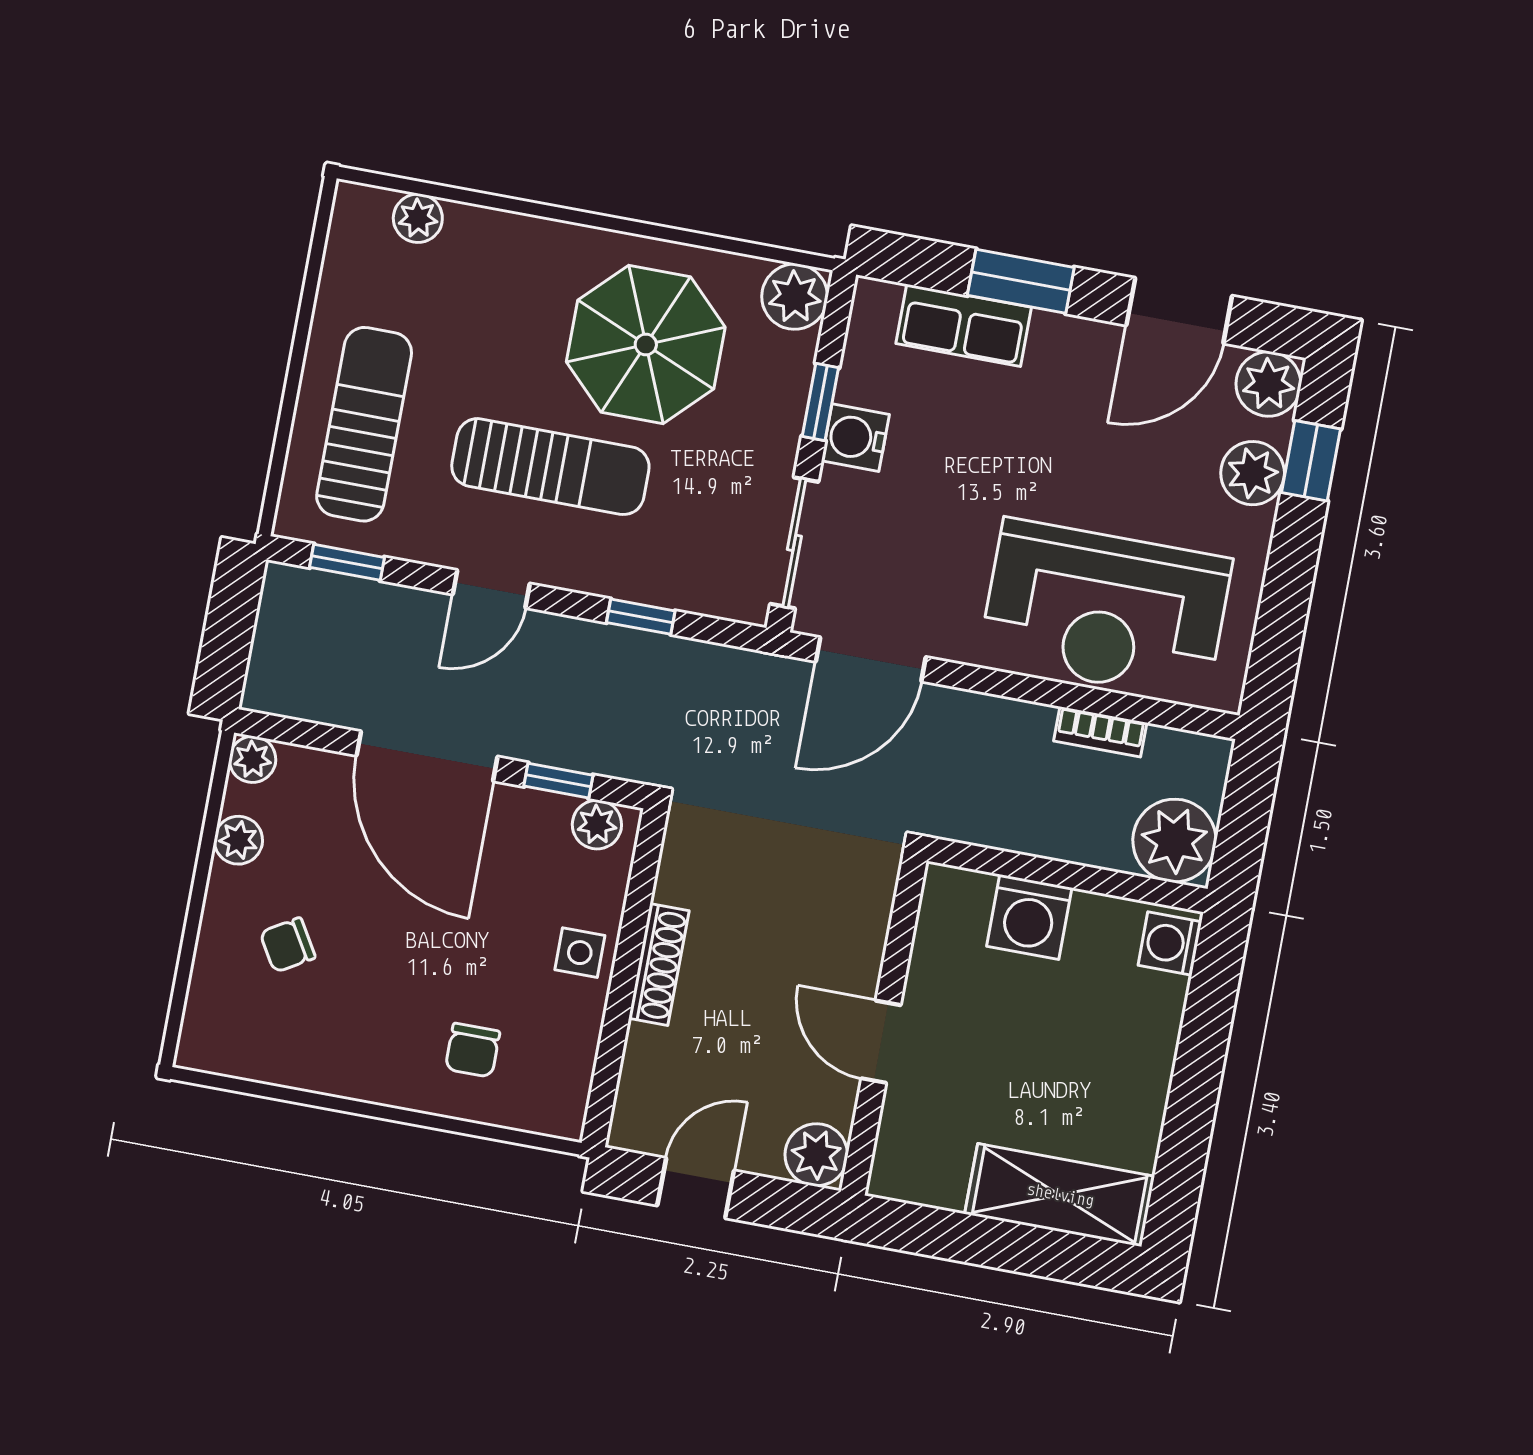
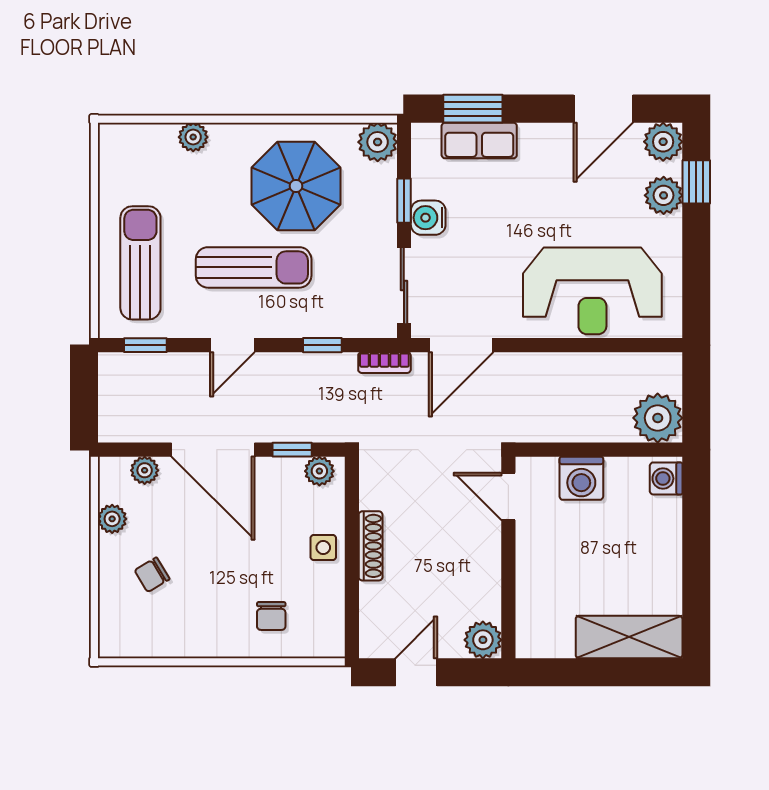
plant: (418, 218) -> (193, 137), moved
window: (1021, 281) -> (473, 109), moved
bookcase: (1100, 732) -> (384, 363), moved
plant: (252, 759) -> (145, 470), moved
door: (881, 1042) -> (508, 496), moved

